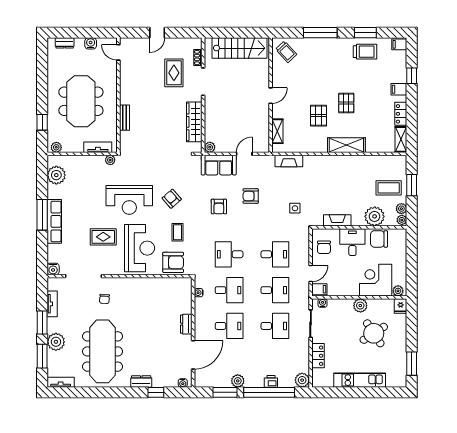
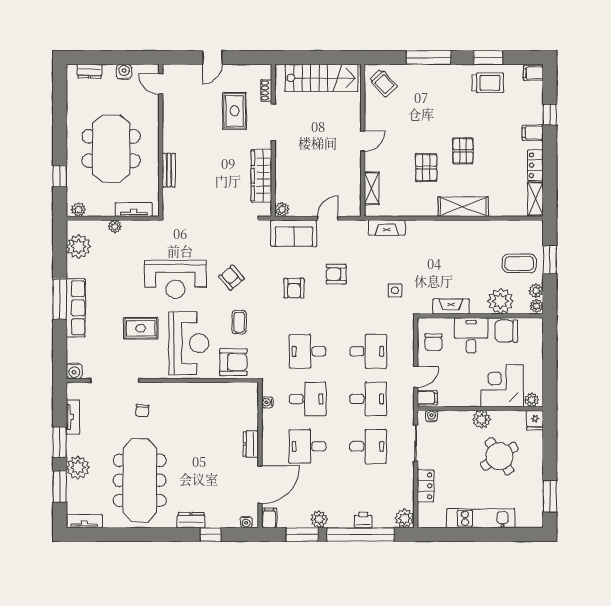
plant: (110, 160) -> (115, 226), moved
desk: (229, 326) -> (308, 446), turned 180
filing cabinet: (200, 380) -> (269, 518), added

